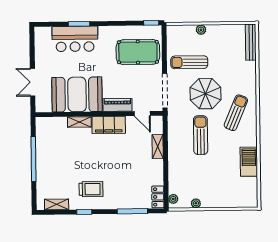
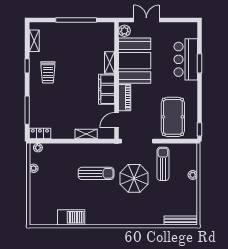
plant: (45, 106) -> (124, 31), added
sun lounger: (236, 113) -> (116, 206), removed

